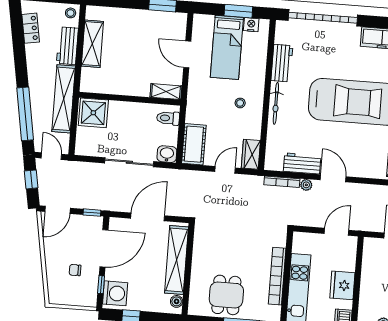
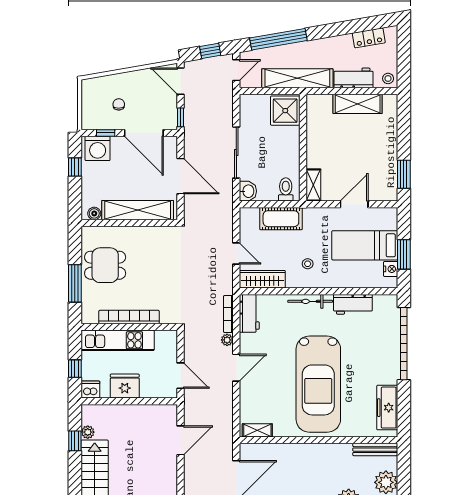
cot: (194, 144) -> (281, 219), moved
wardrobe: (251, 154) -> (262, 279), width x1.50
workbench: (302, 163) -> (249, 313), moved

